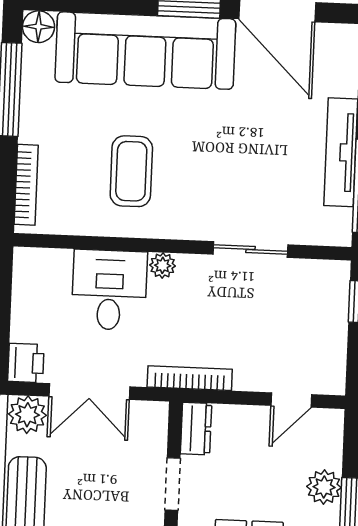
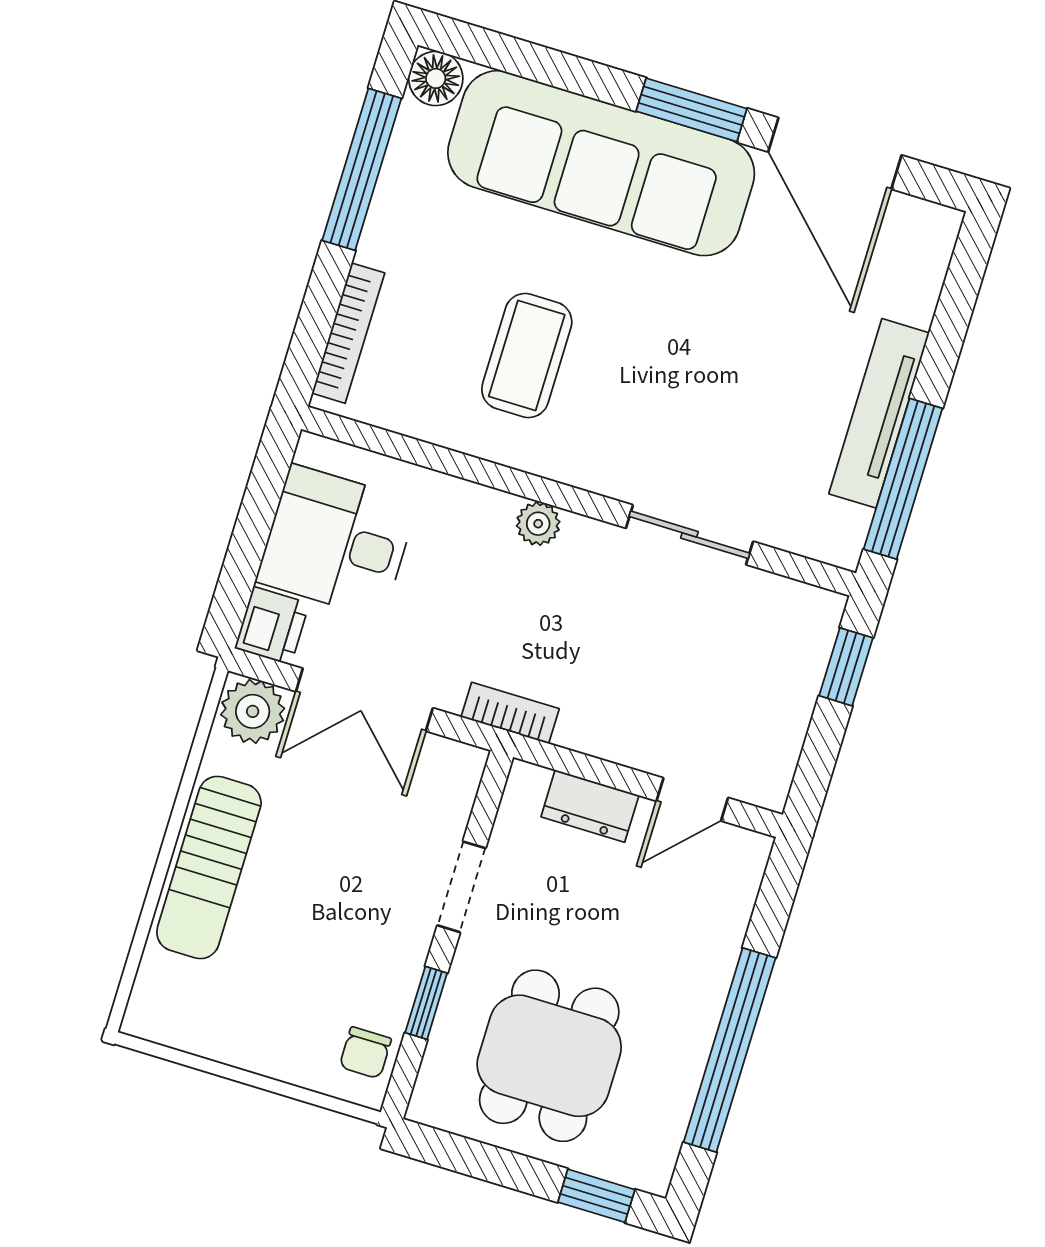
desk: (109, 290) -> (337, 542), moved, turned -90
bookcase: (190, 378) -> (510, 713), width x0.64
dresser: (196, 429) -> (590, 806), moved, turned 90
plant: (324, 487) -> (709, 956), removed

